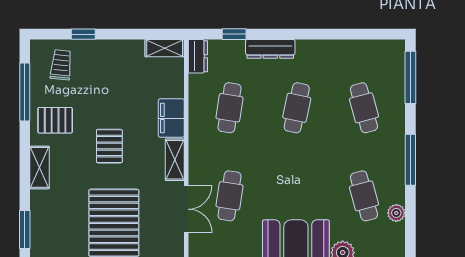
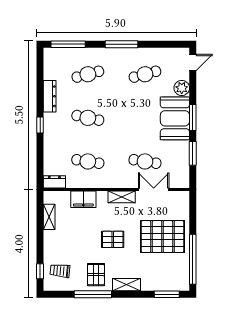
window: (83, 34) -> (40, 271), moved
window: (234, 34) -> (40, 125), moved
shelving: (165, 48) -> (49, 217), moved
dresser: (270, 49) -> (50, 96), moved
window: (25, 92) -> (93, 294), moved
filing cabinet: (171, 118) -> (83, 199), moved
plant: (396, 213) -> (156, 53), removed

